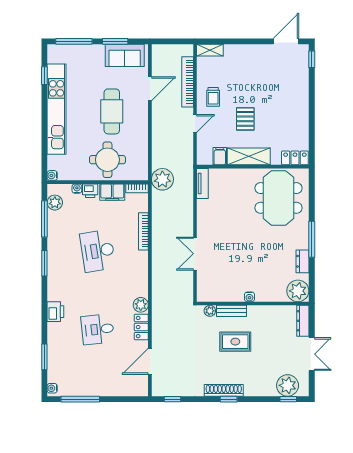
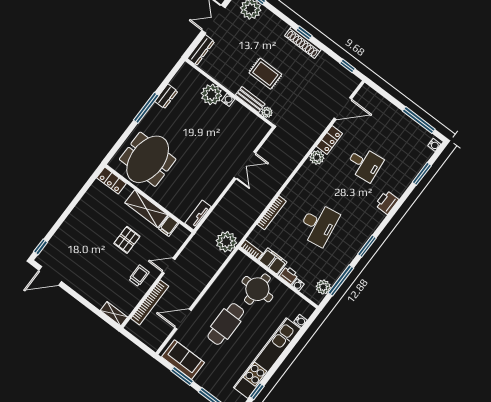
water cooler: (52, 175) -> (301, 321), moved
plant: (298, 291) -> (211, 94), moved

